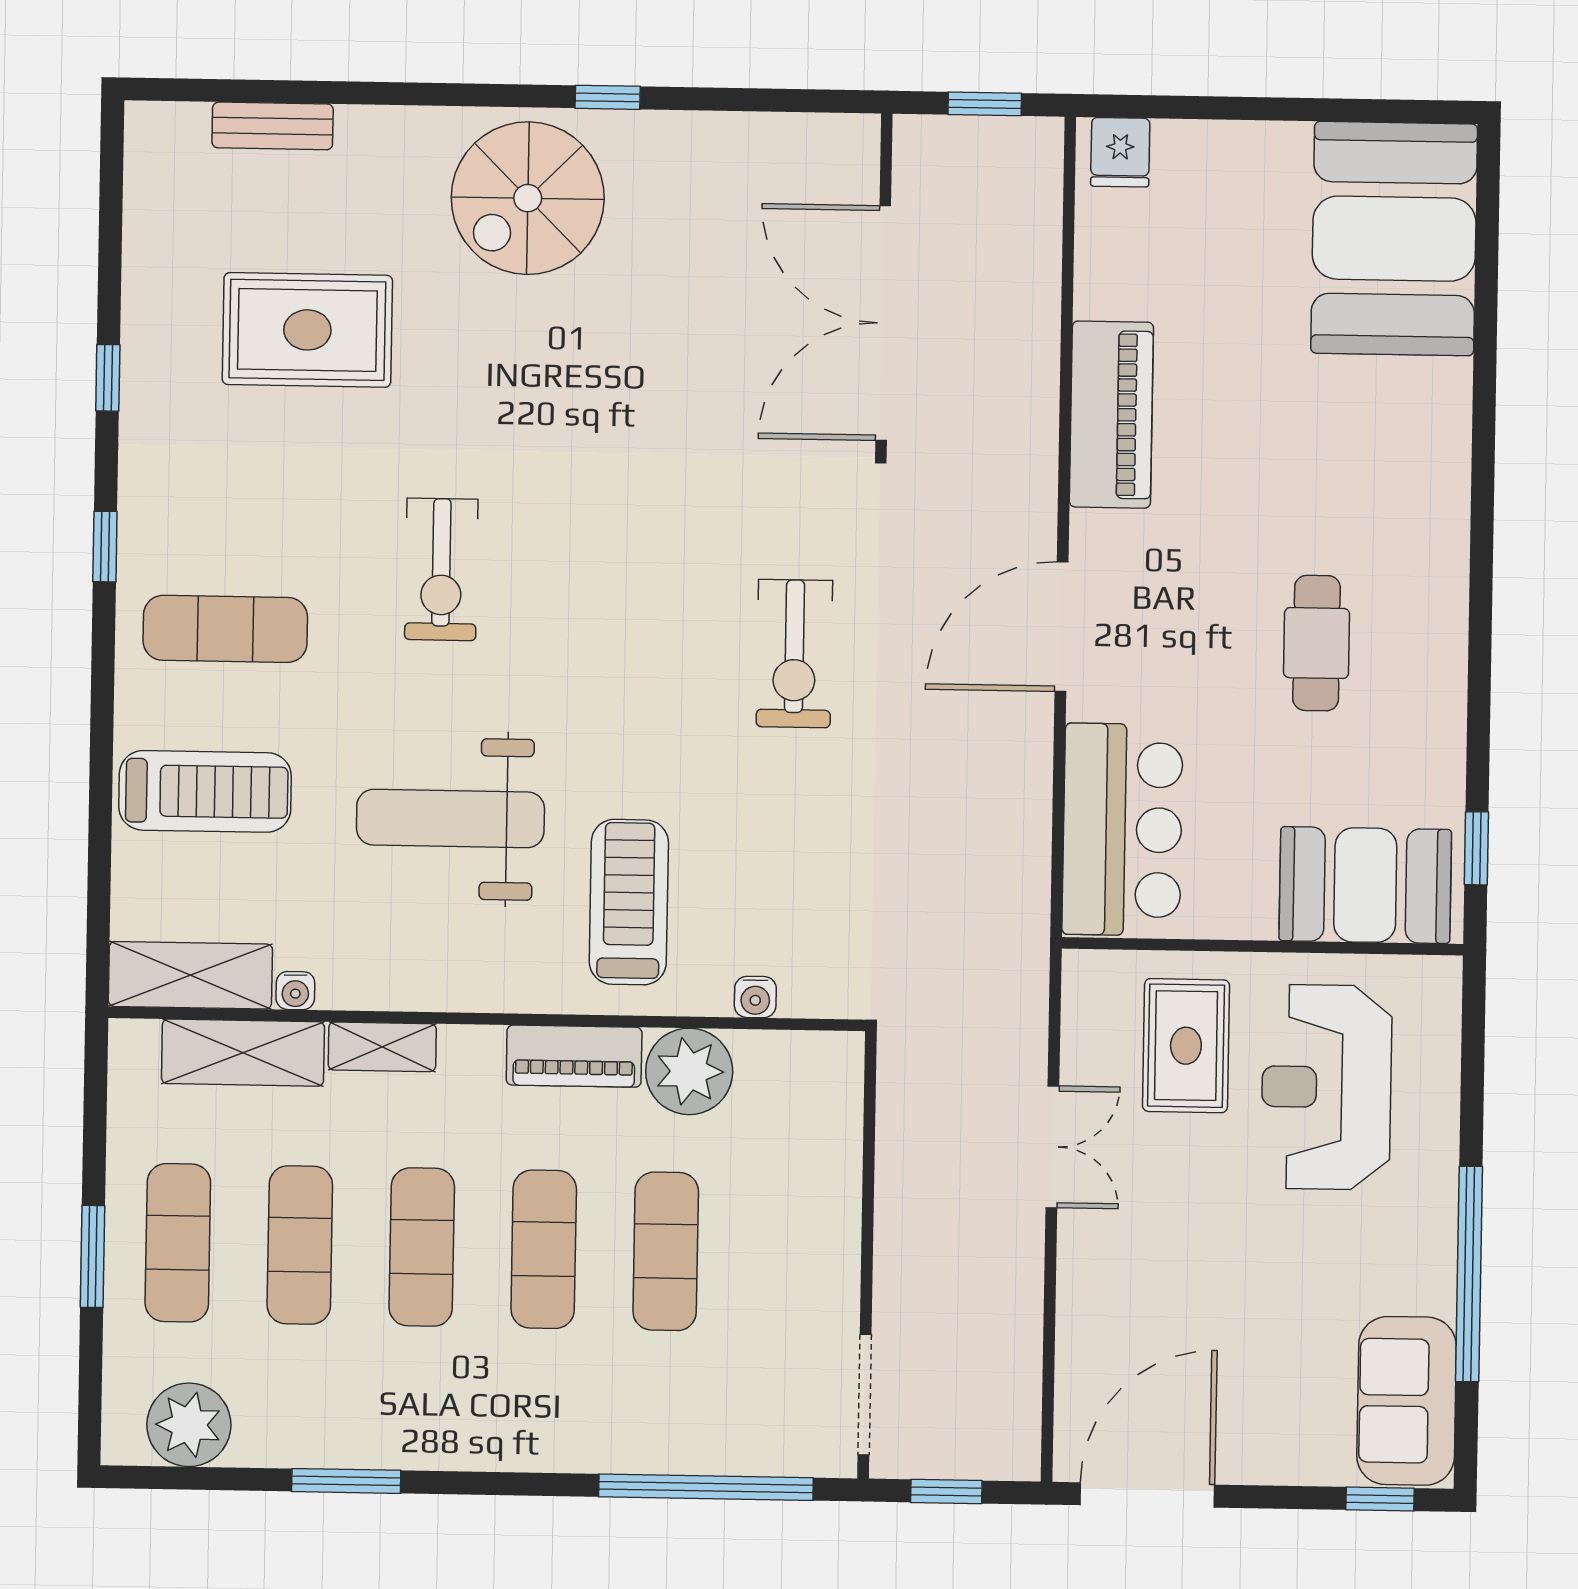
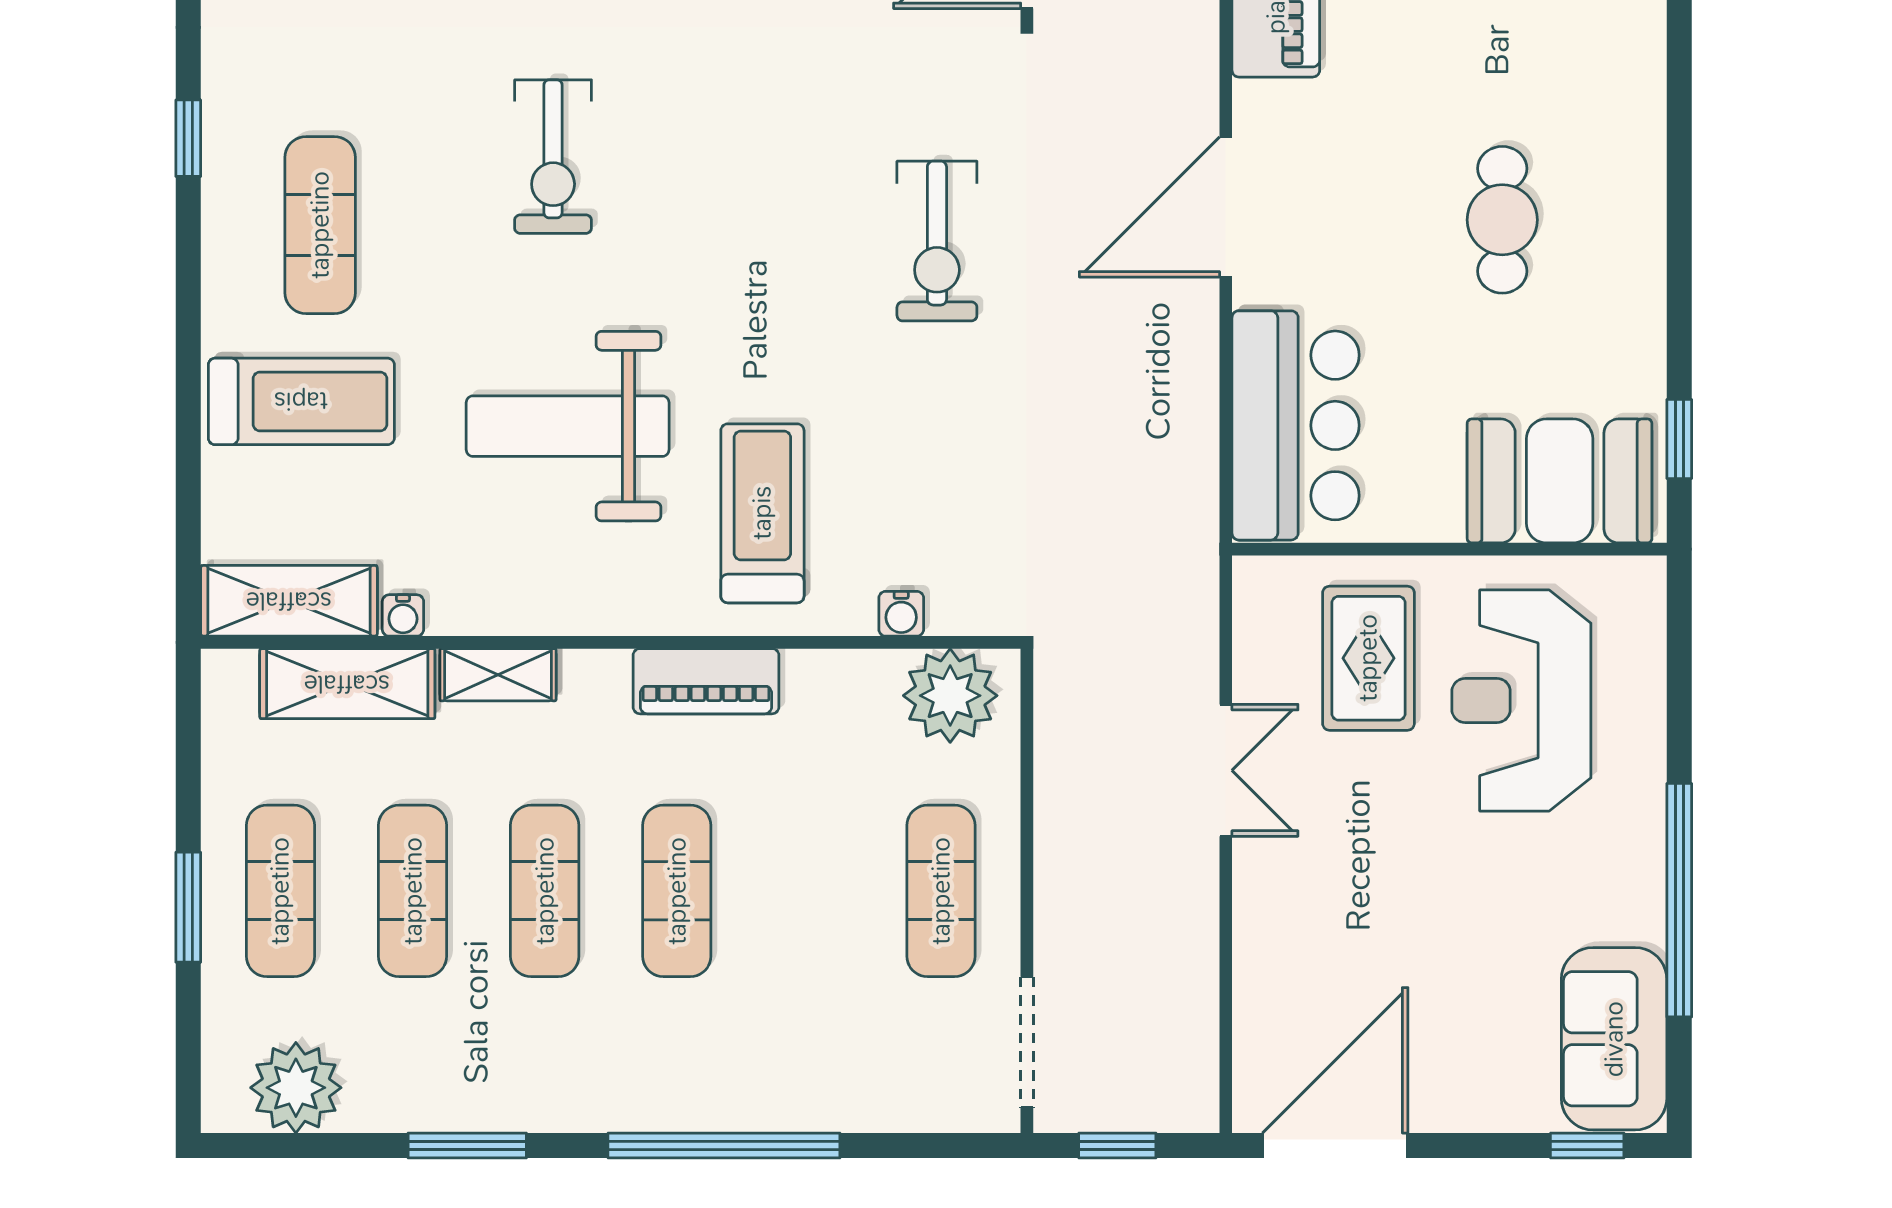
exercise mat: (225, 629) -> (320, 225), turned 90
plant: (689, 1071) -> (950, 696), moved
exercise mat: (666, 1251) -> (941, 891), moved
window: (706, 1487) -> (724, 1146), moved

